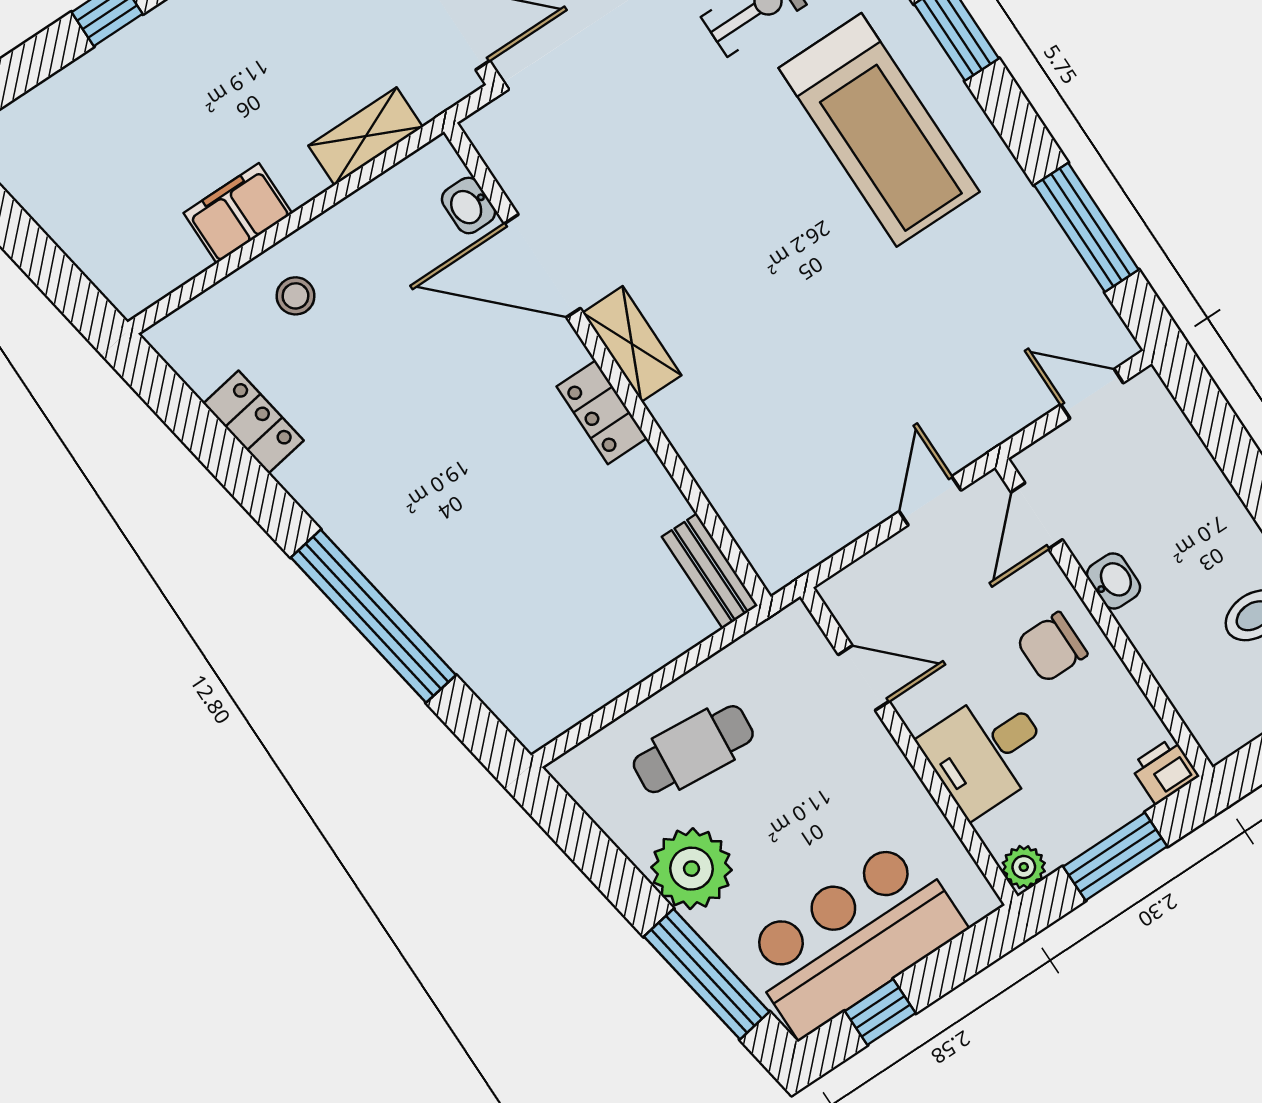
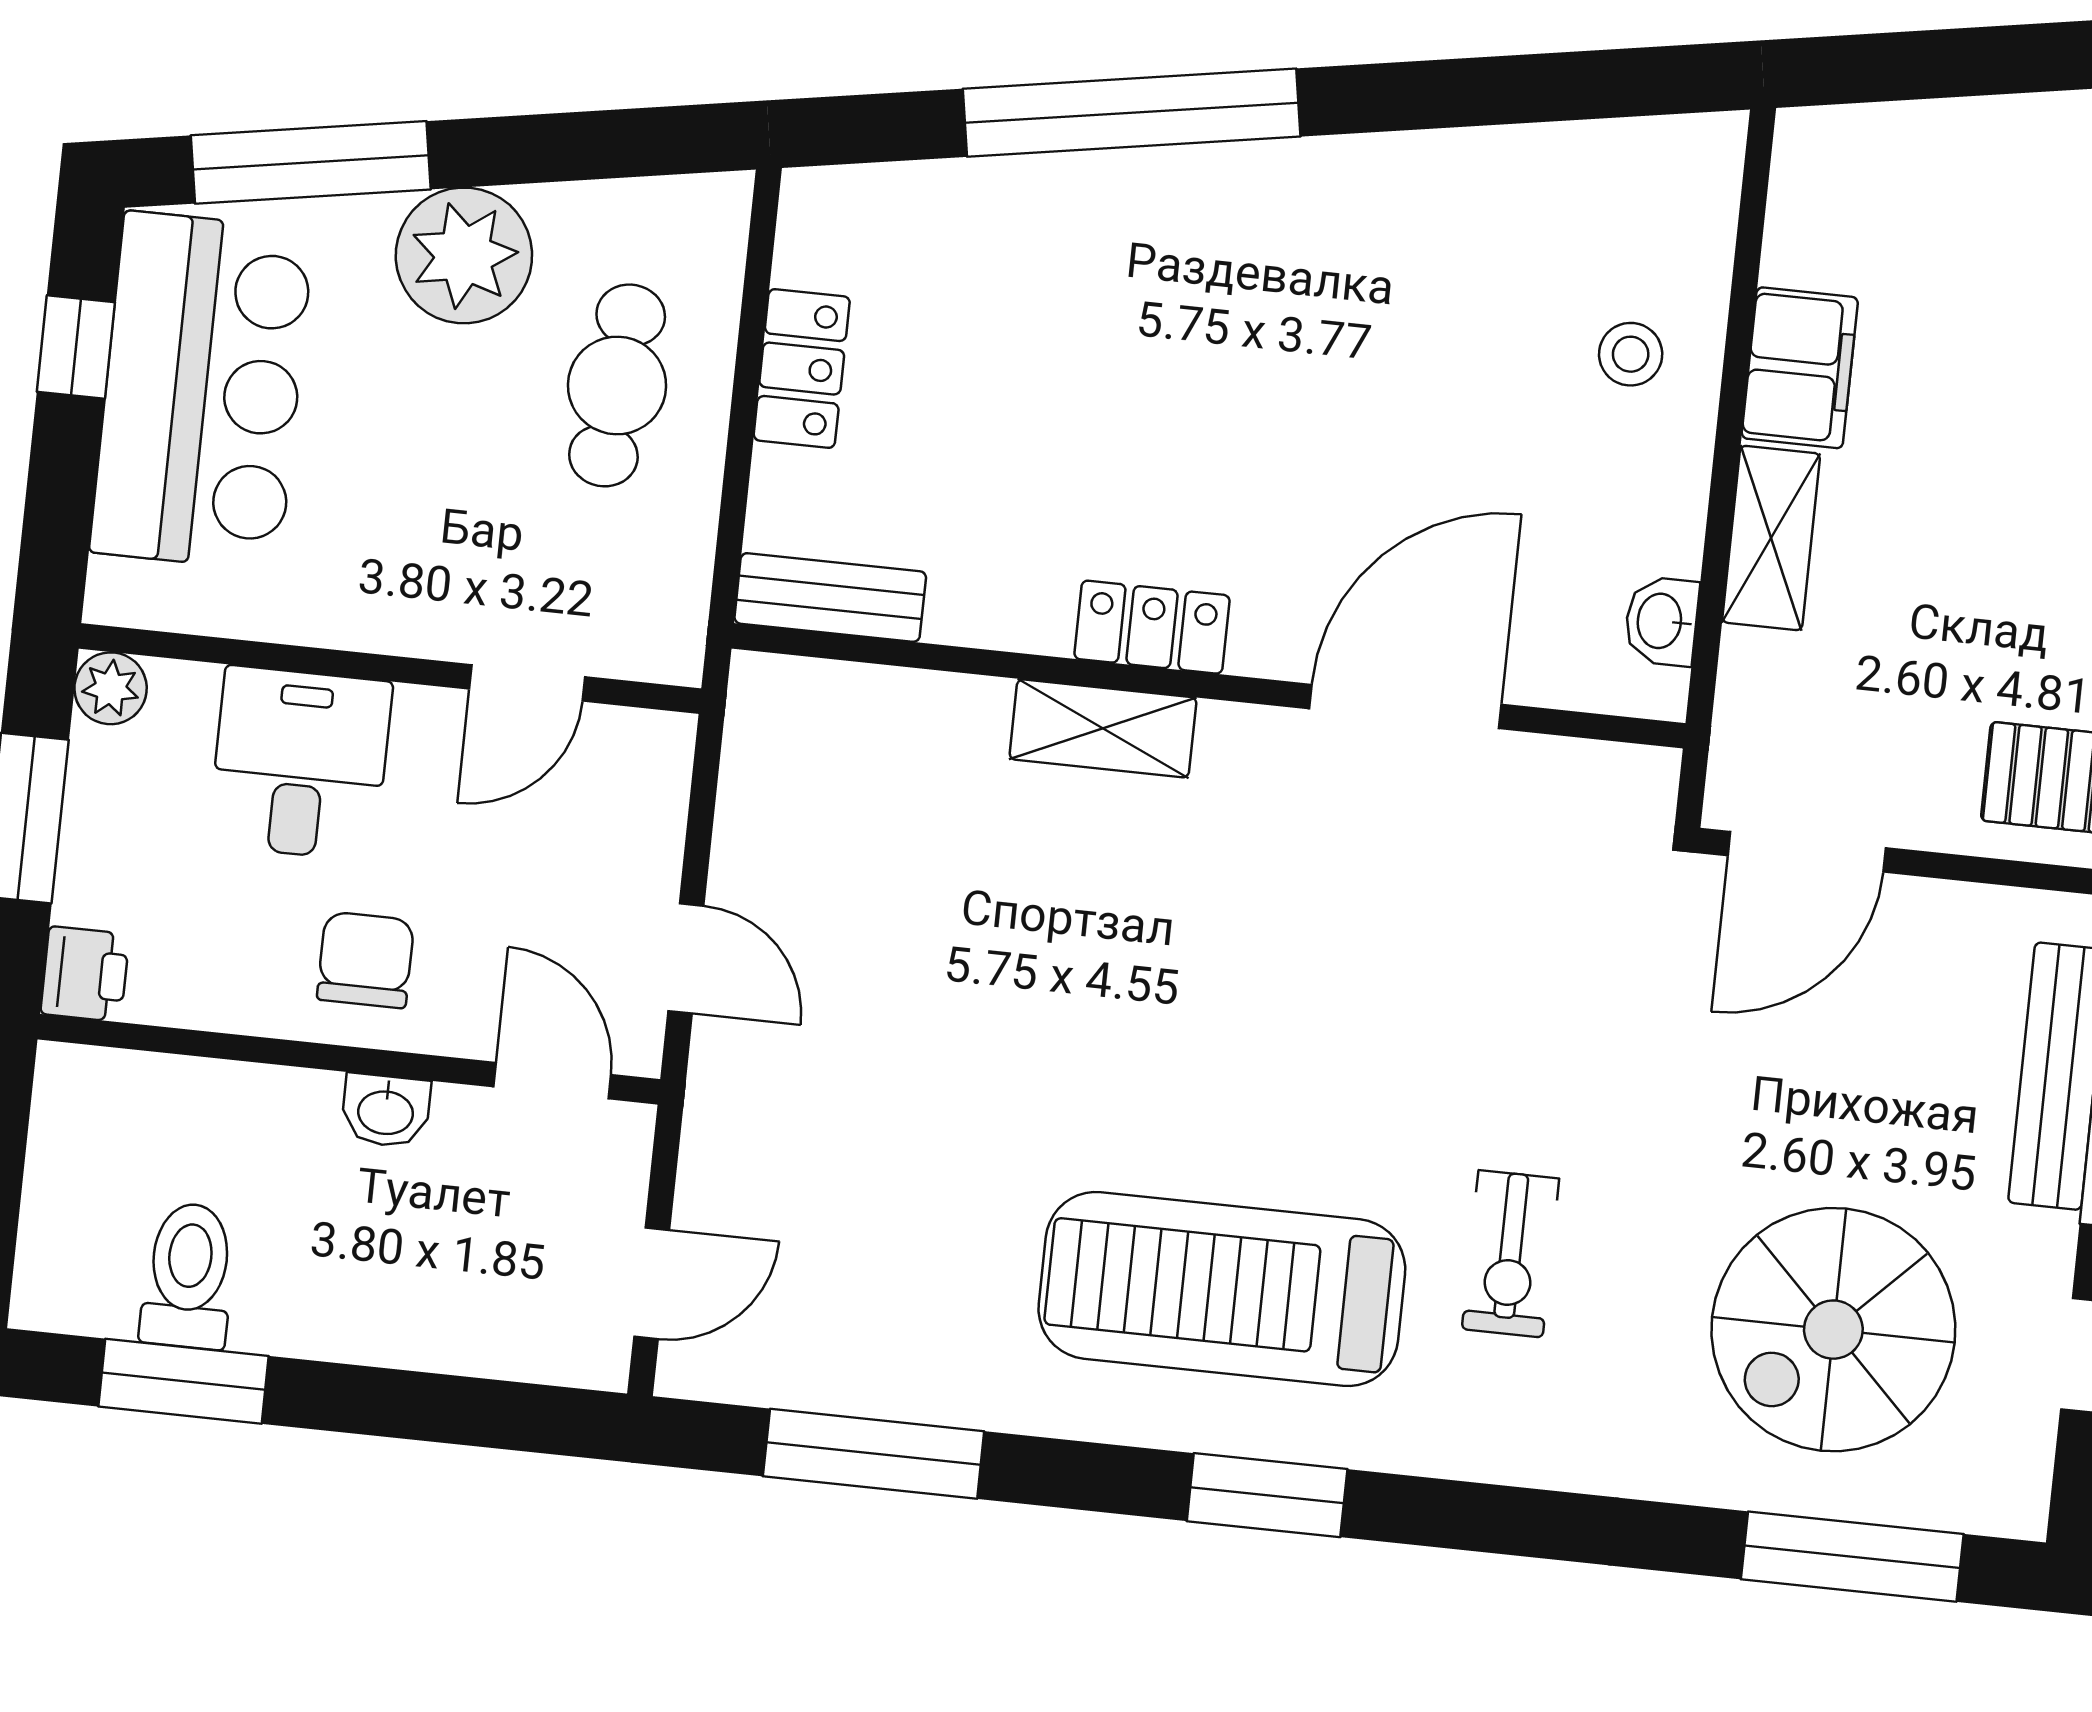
shelving: (366, 136) -> (1771, 538), moved
washbasin: (469, 205) -> (1661, 621), moved, turned -90
shelving: (632, 344) -> (1103, 728), moved
locker: (253, 422) -> (802, 369), moved, turned -81

